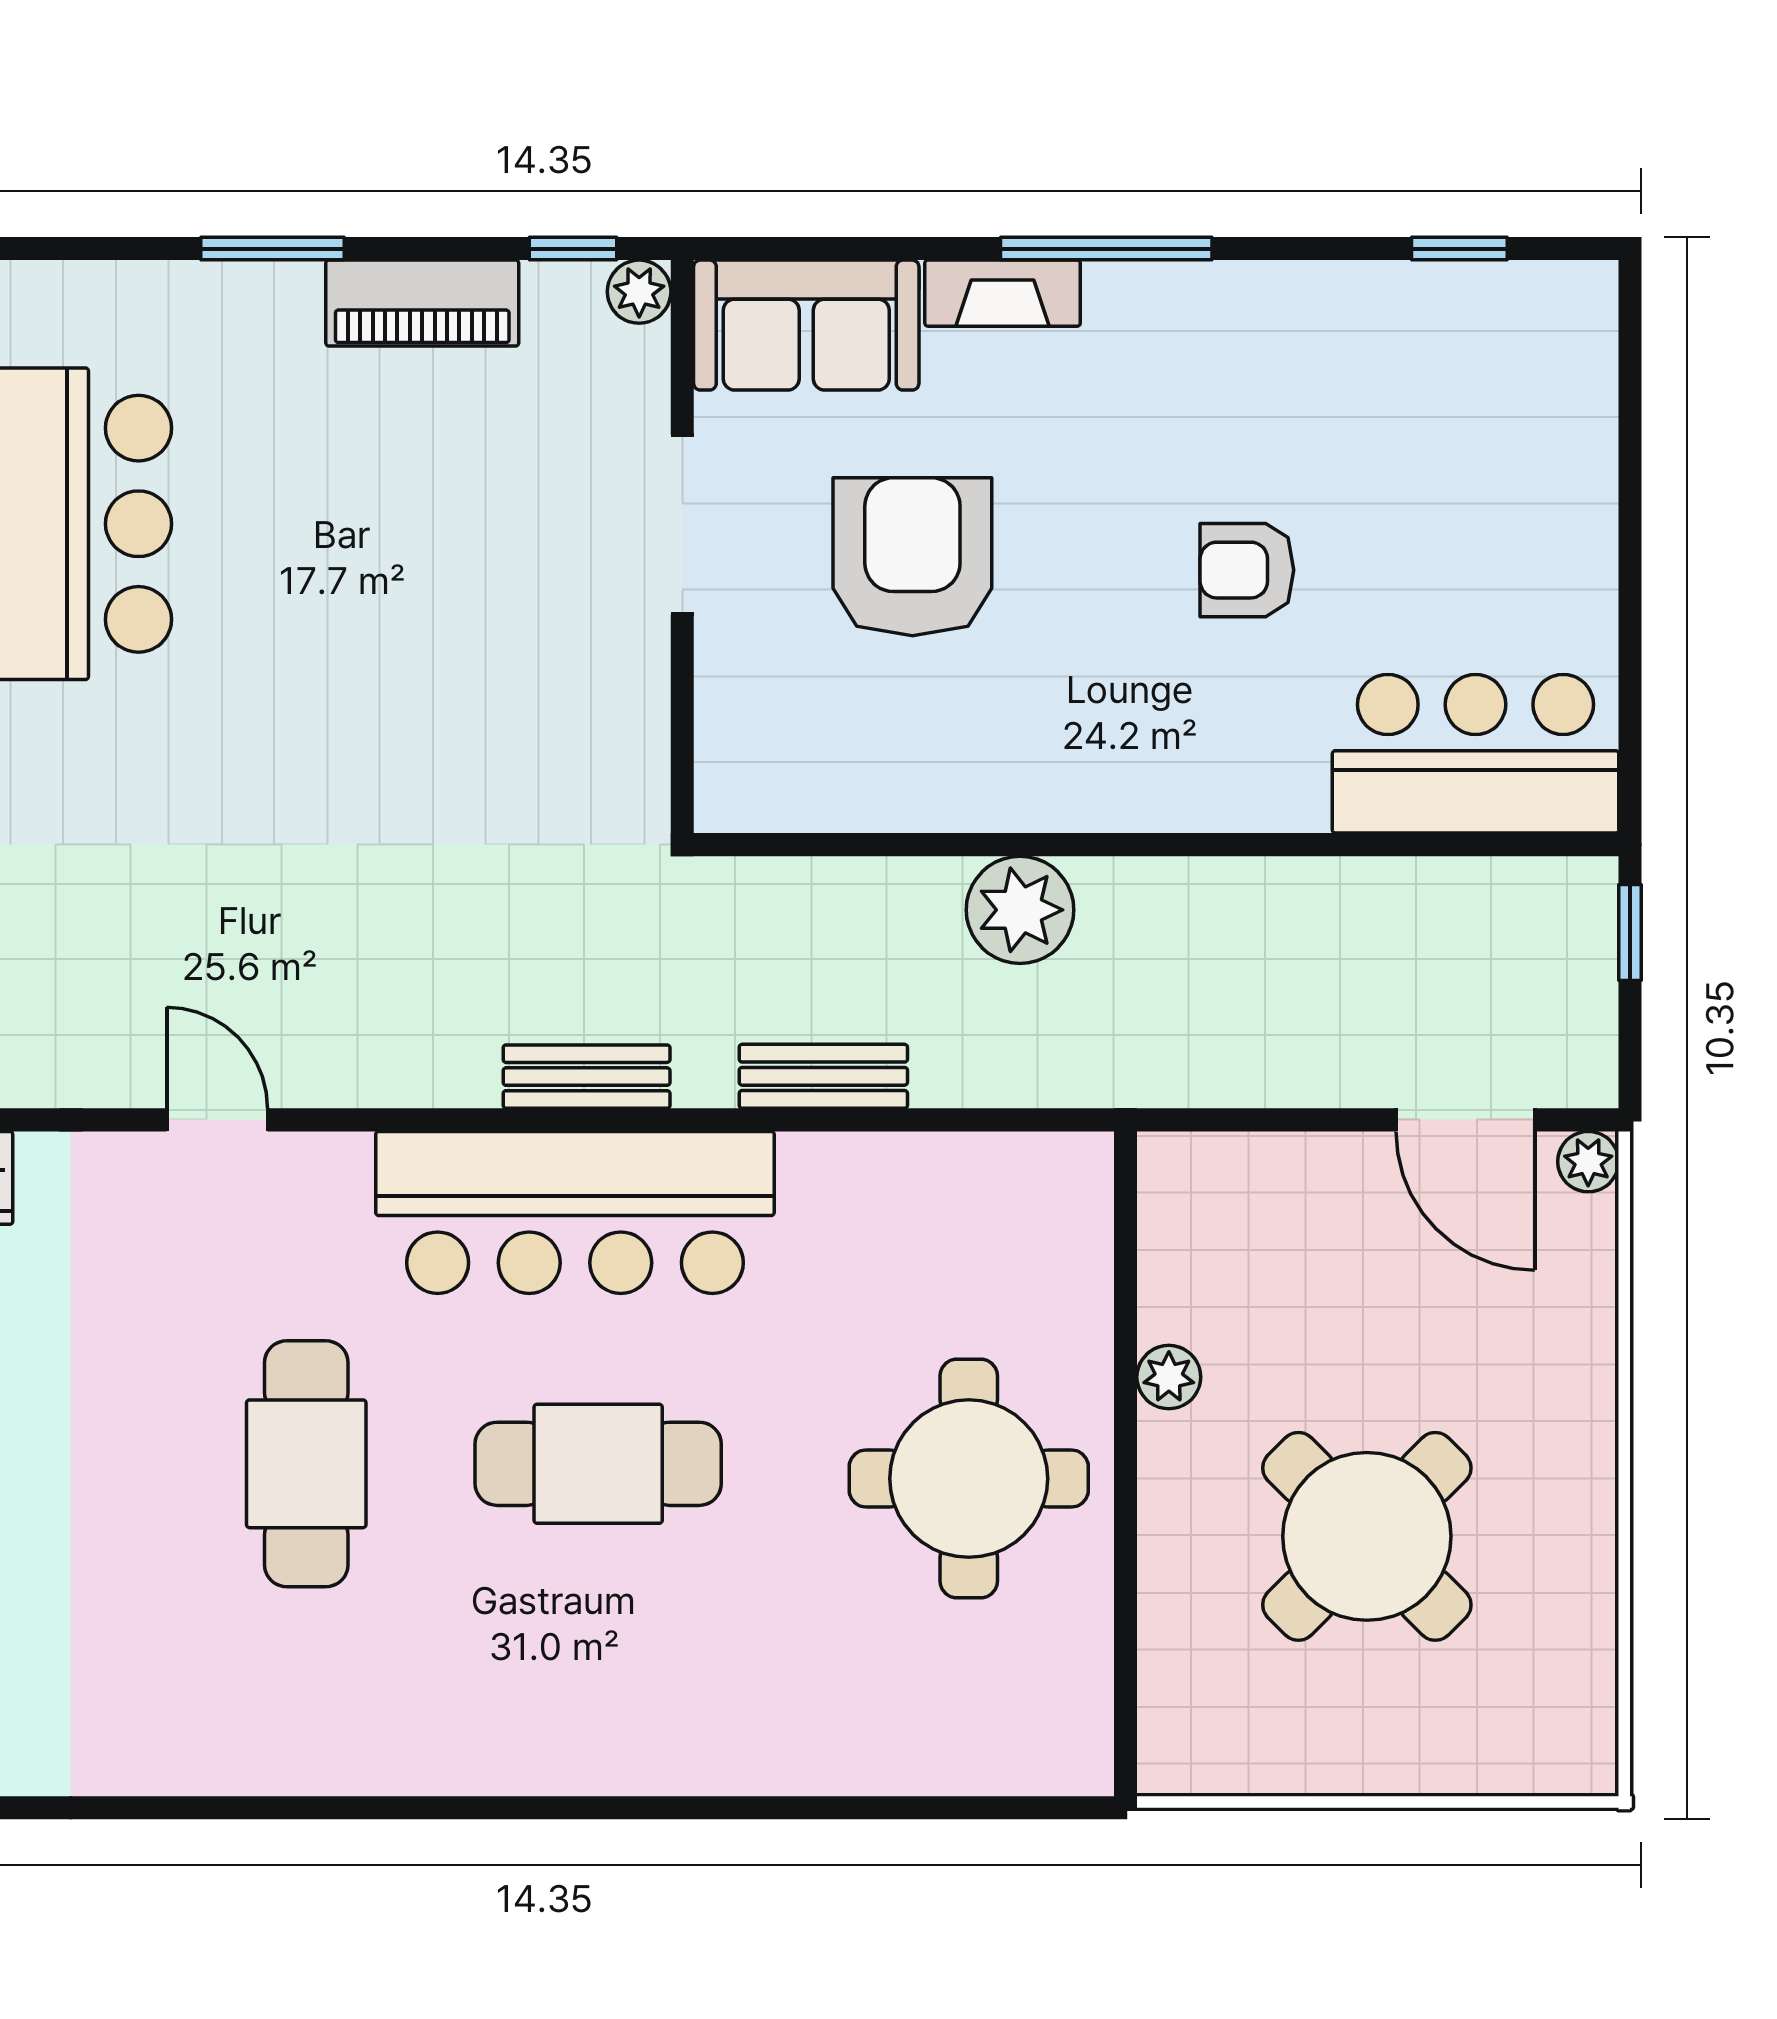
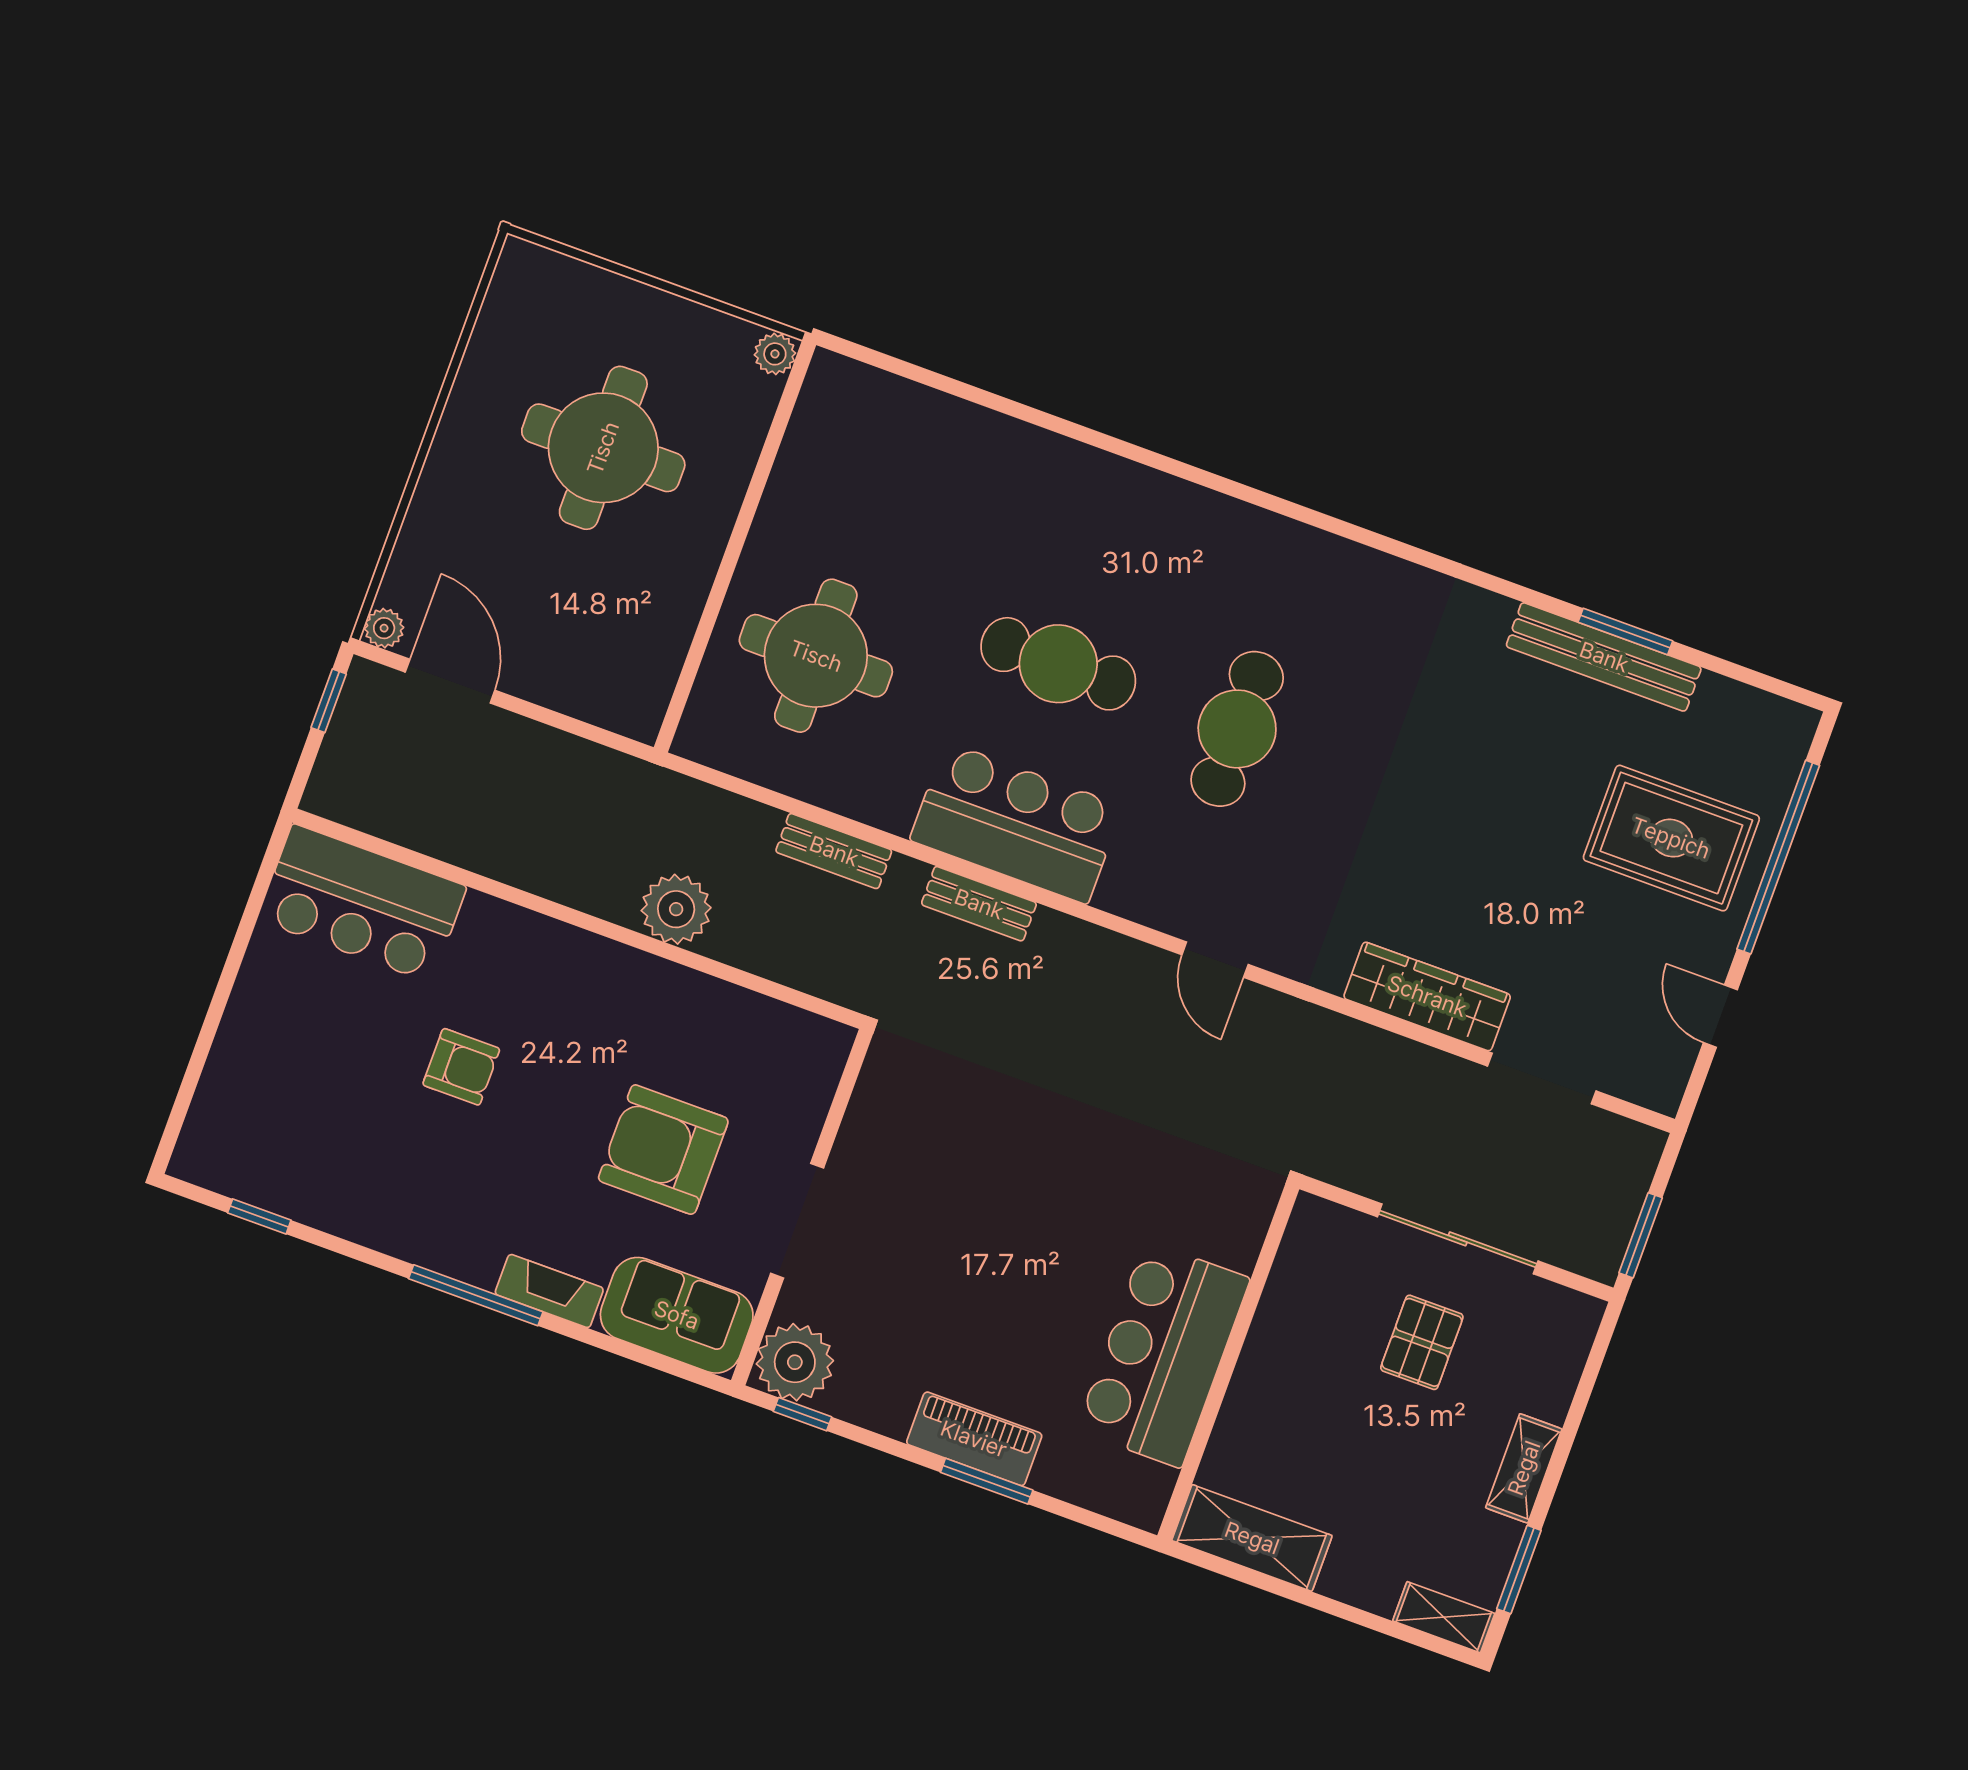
plant: (639, 292) -> (795, 1362), width x1.87, depth x1.87
piano: (422, 303) -> (974, 1439), moved
armchair: (912, 557) -> (663, 1150), turned 90
window: (1630, 932) -> (329, 701), moved
bar counter: (575, 1212) -> (1016, 823), width x0.73
plant: (1169, 1377) -> (775, 354), moved
round table: (969, 1479) -> (816, 656), moved
round table: (1367, 1536) -> (603, 448), turned 45

